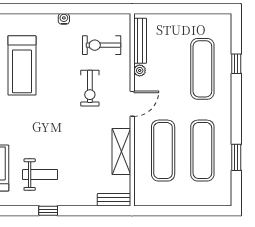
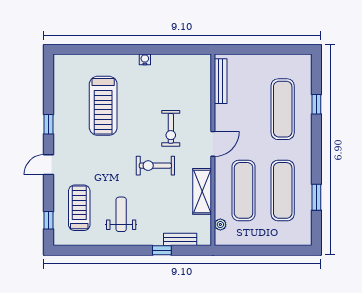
exercise bike: (102, 45) -> (155, 166), moved
plant: (140, 70) -> (220, 225), moved
weight bench: (40, 175) -> (121, 214), turned -90
bench: (114, 200) -> (180, 239), moved
window: (48, 211) -> (162, 250), moved

